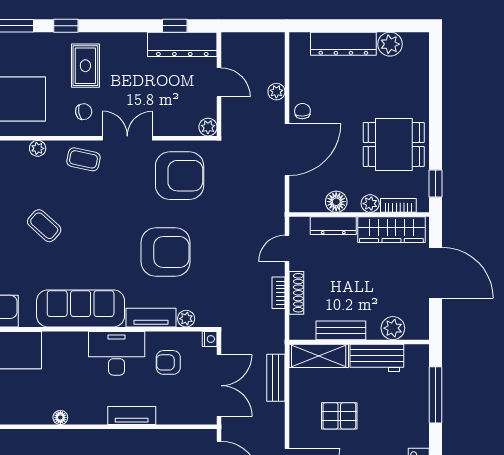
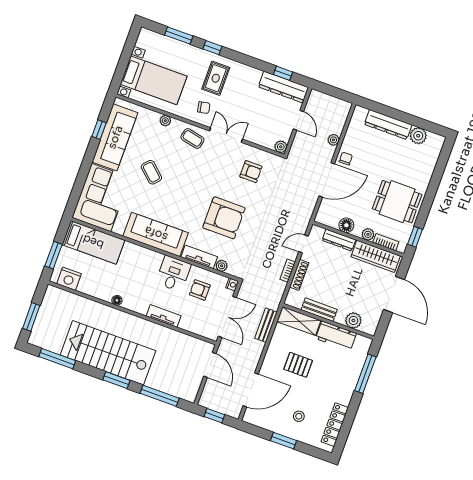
armchair: (180, 176) -> (251, 172), width x0.53, depth x0.53
desk: (117, 353) -> (173, 274), width x0.73

